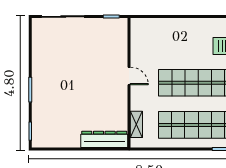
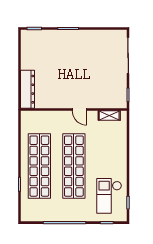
door: (129, 76) -> (79, 109), hinge flipped
shelving: (136, 124) -> (109, 115), moved

